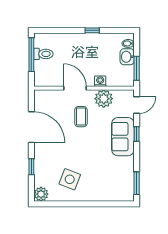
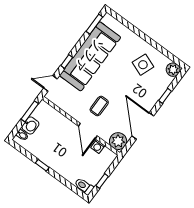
toilet: (43, 54) -> (84, 186), moved
window: (31, 55) -> (102, 181), width x0.46
washing machine: (100, 81) -> (98, 147), moved
plant: (104, 99) -> (118, 141), moved
sofa: (123, 137) -> (90, 56), width x1.85, depth x1.27

